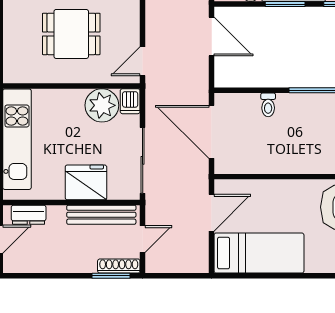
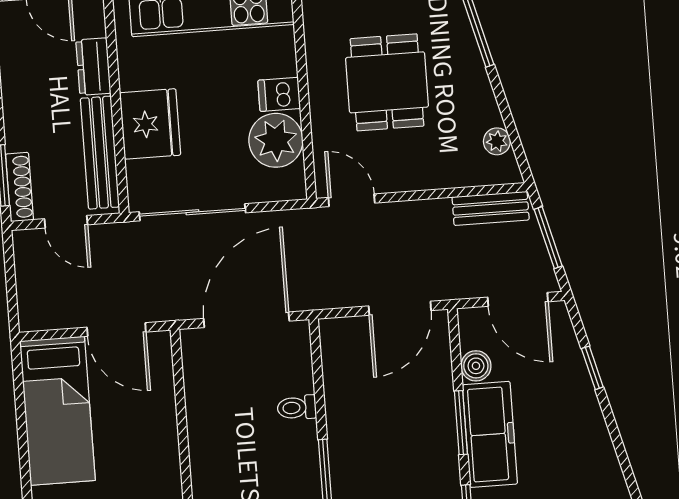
dishwasher: (130, 101) -> (279, 94), moved
dresser: (29, 215) -> (93, 67), moved

